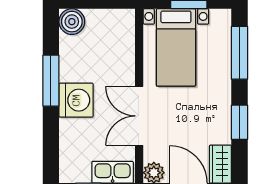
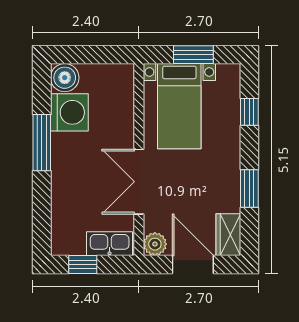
window: (240, 53) -> (249, 112), width x0.46
washing machine: (76, 100) -> (69, 112), moved

